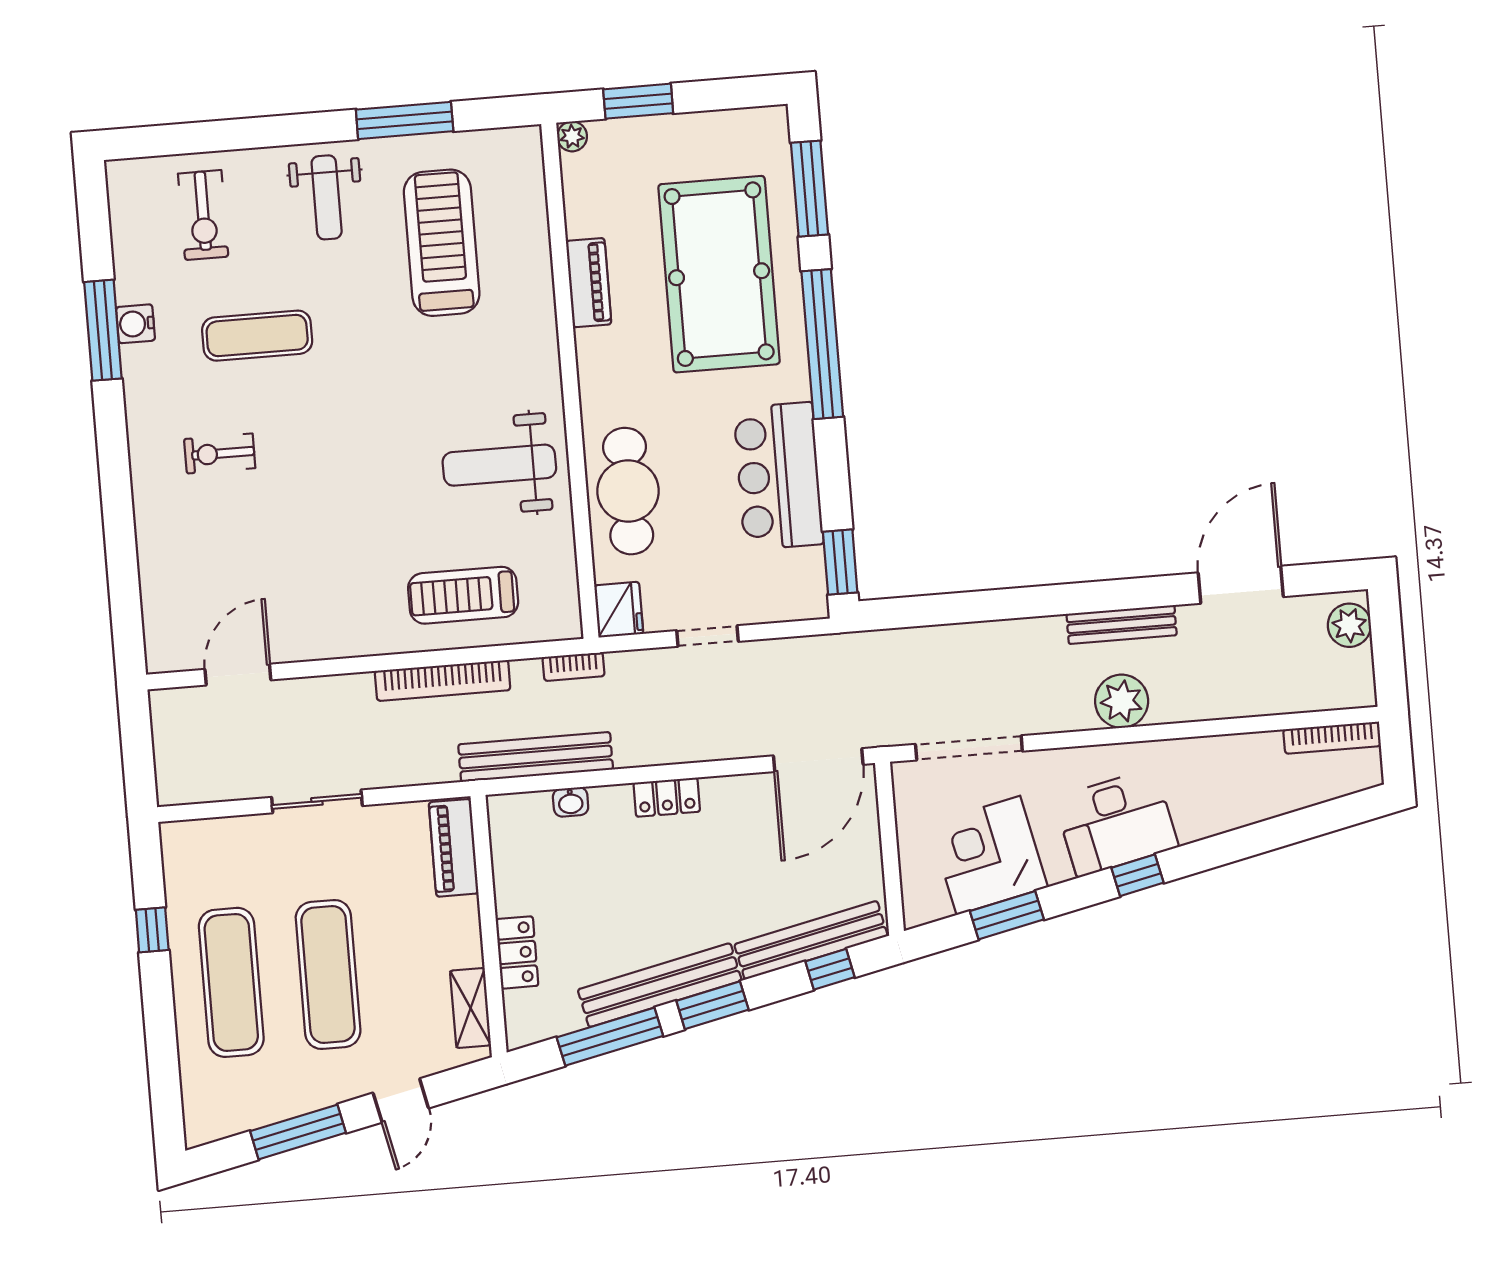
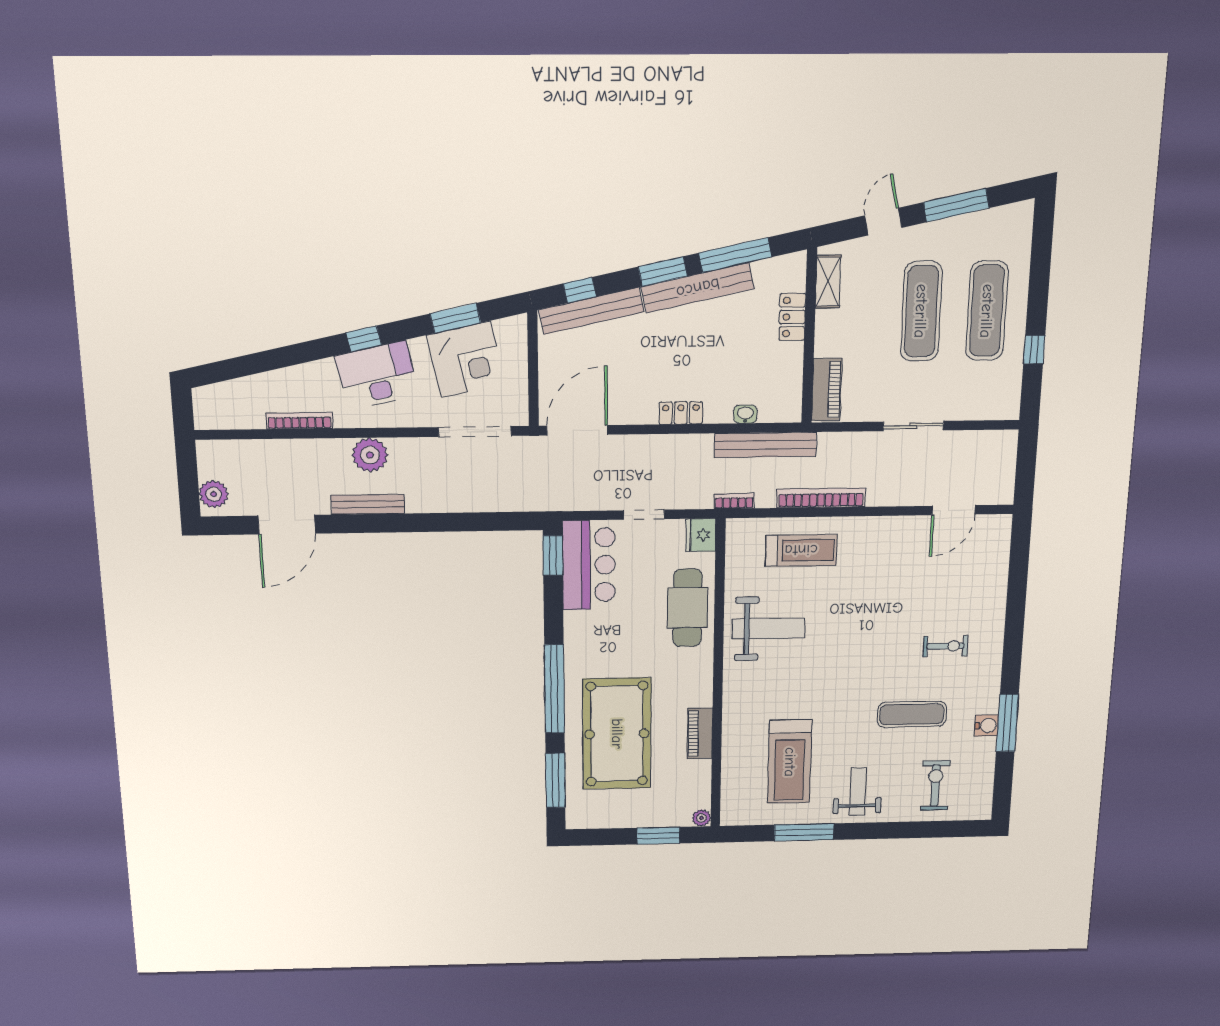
bar counter: (778, 476) -> (589, 565), moved
bookcase: (1332, 738) -> (299, 421), moved

